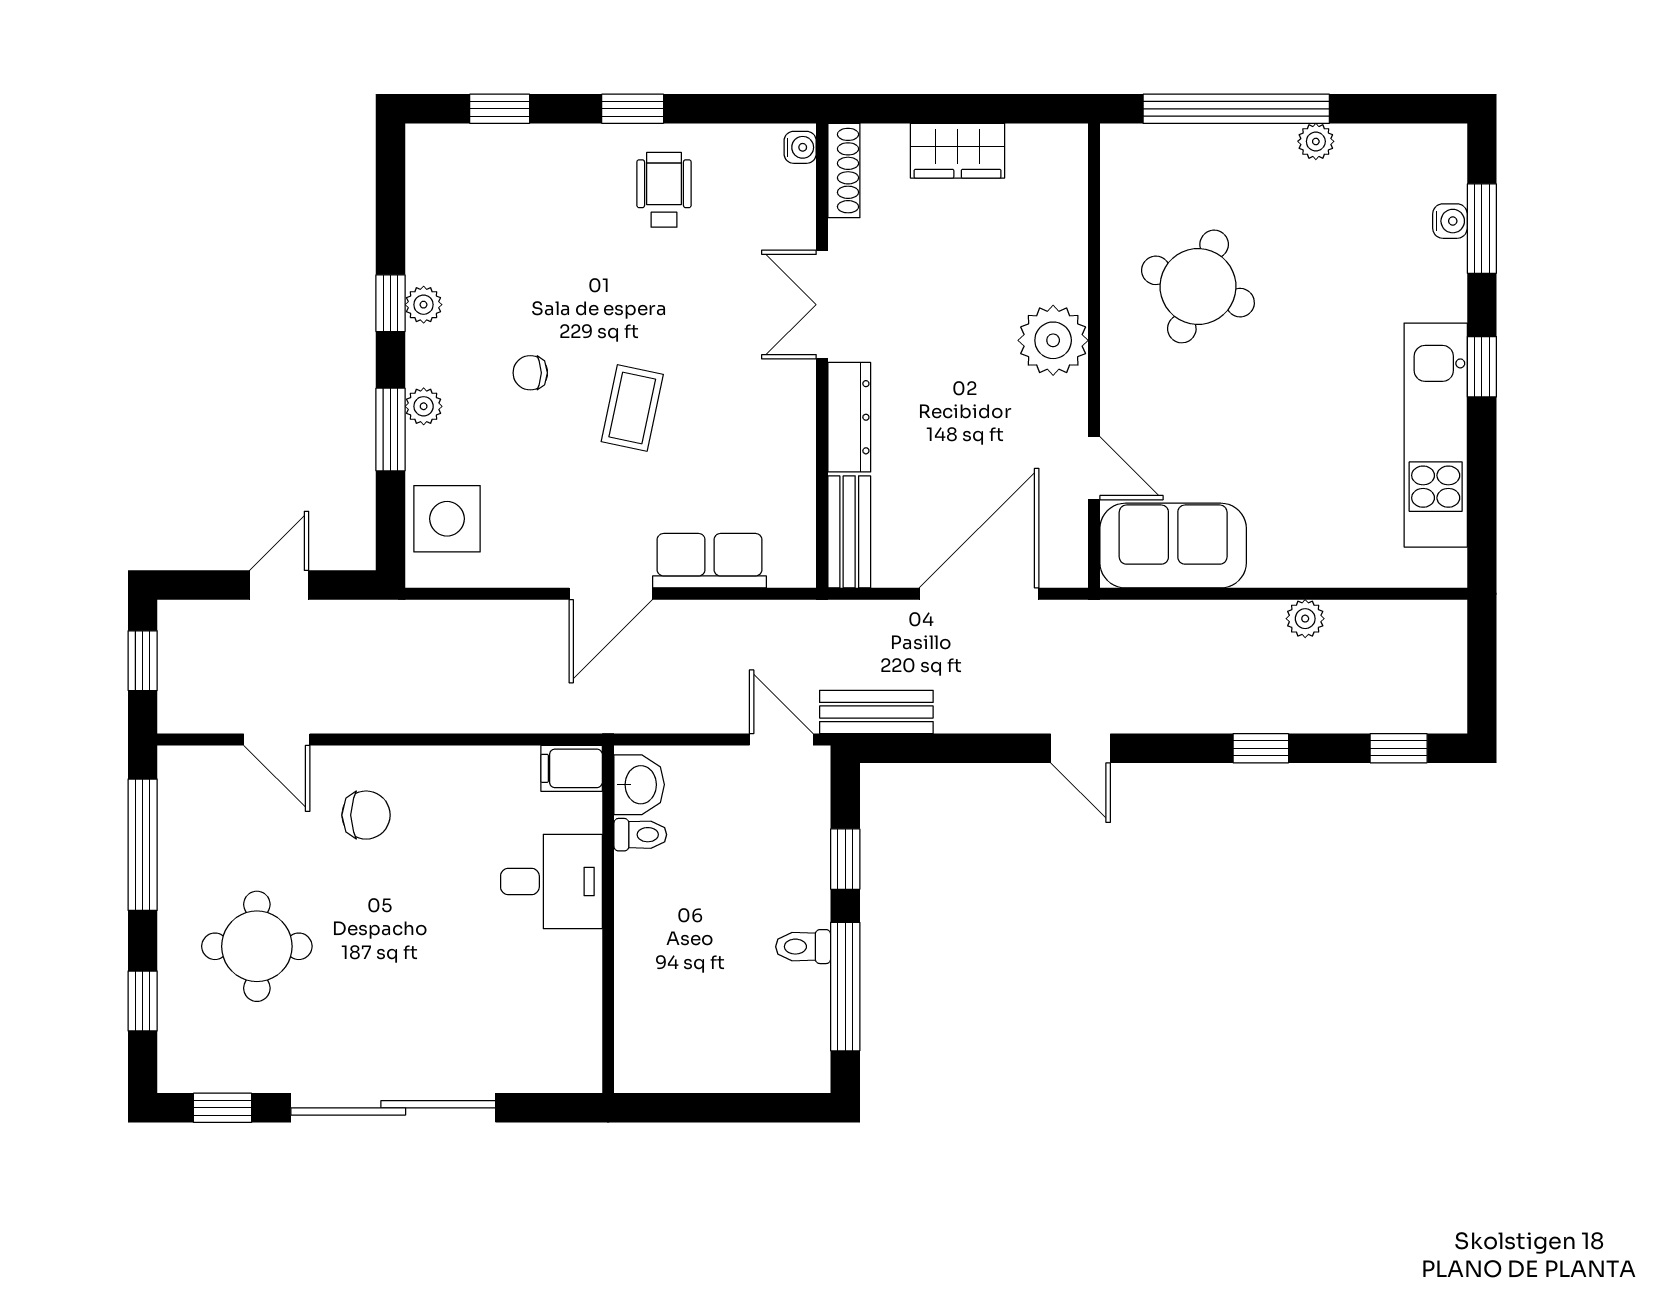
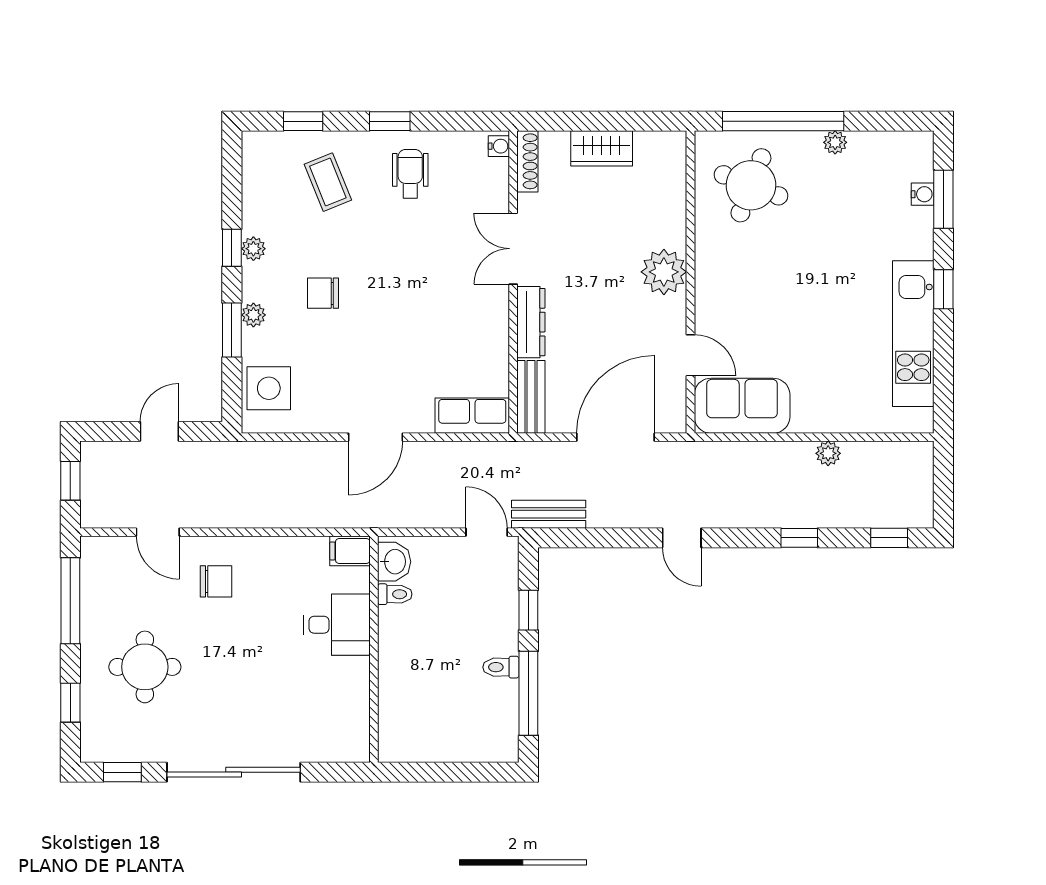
round table: (1198, 286) -> (751, 185), moved
chair: (530, 373) -> (323, 293), width x1.37, depth x1.37
coffee table: (632, 408) -> (328, 182), moved, turned -34
row of seats: (710, 561) -> (472, 416), moved

